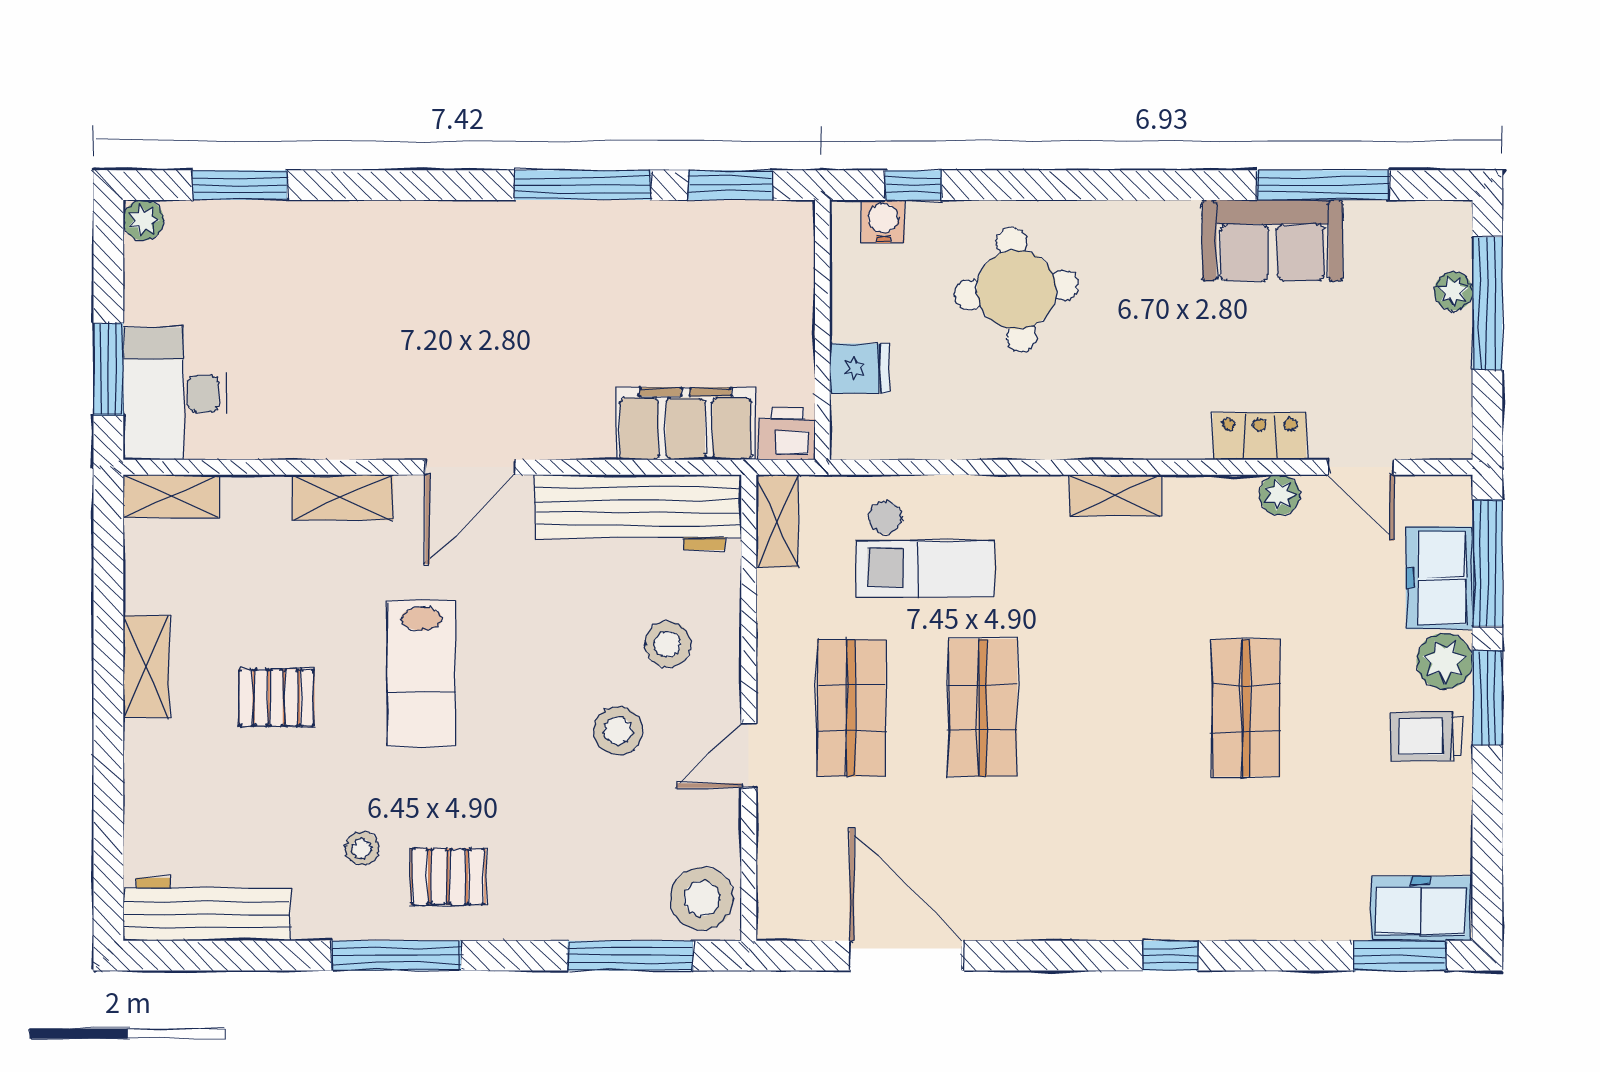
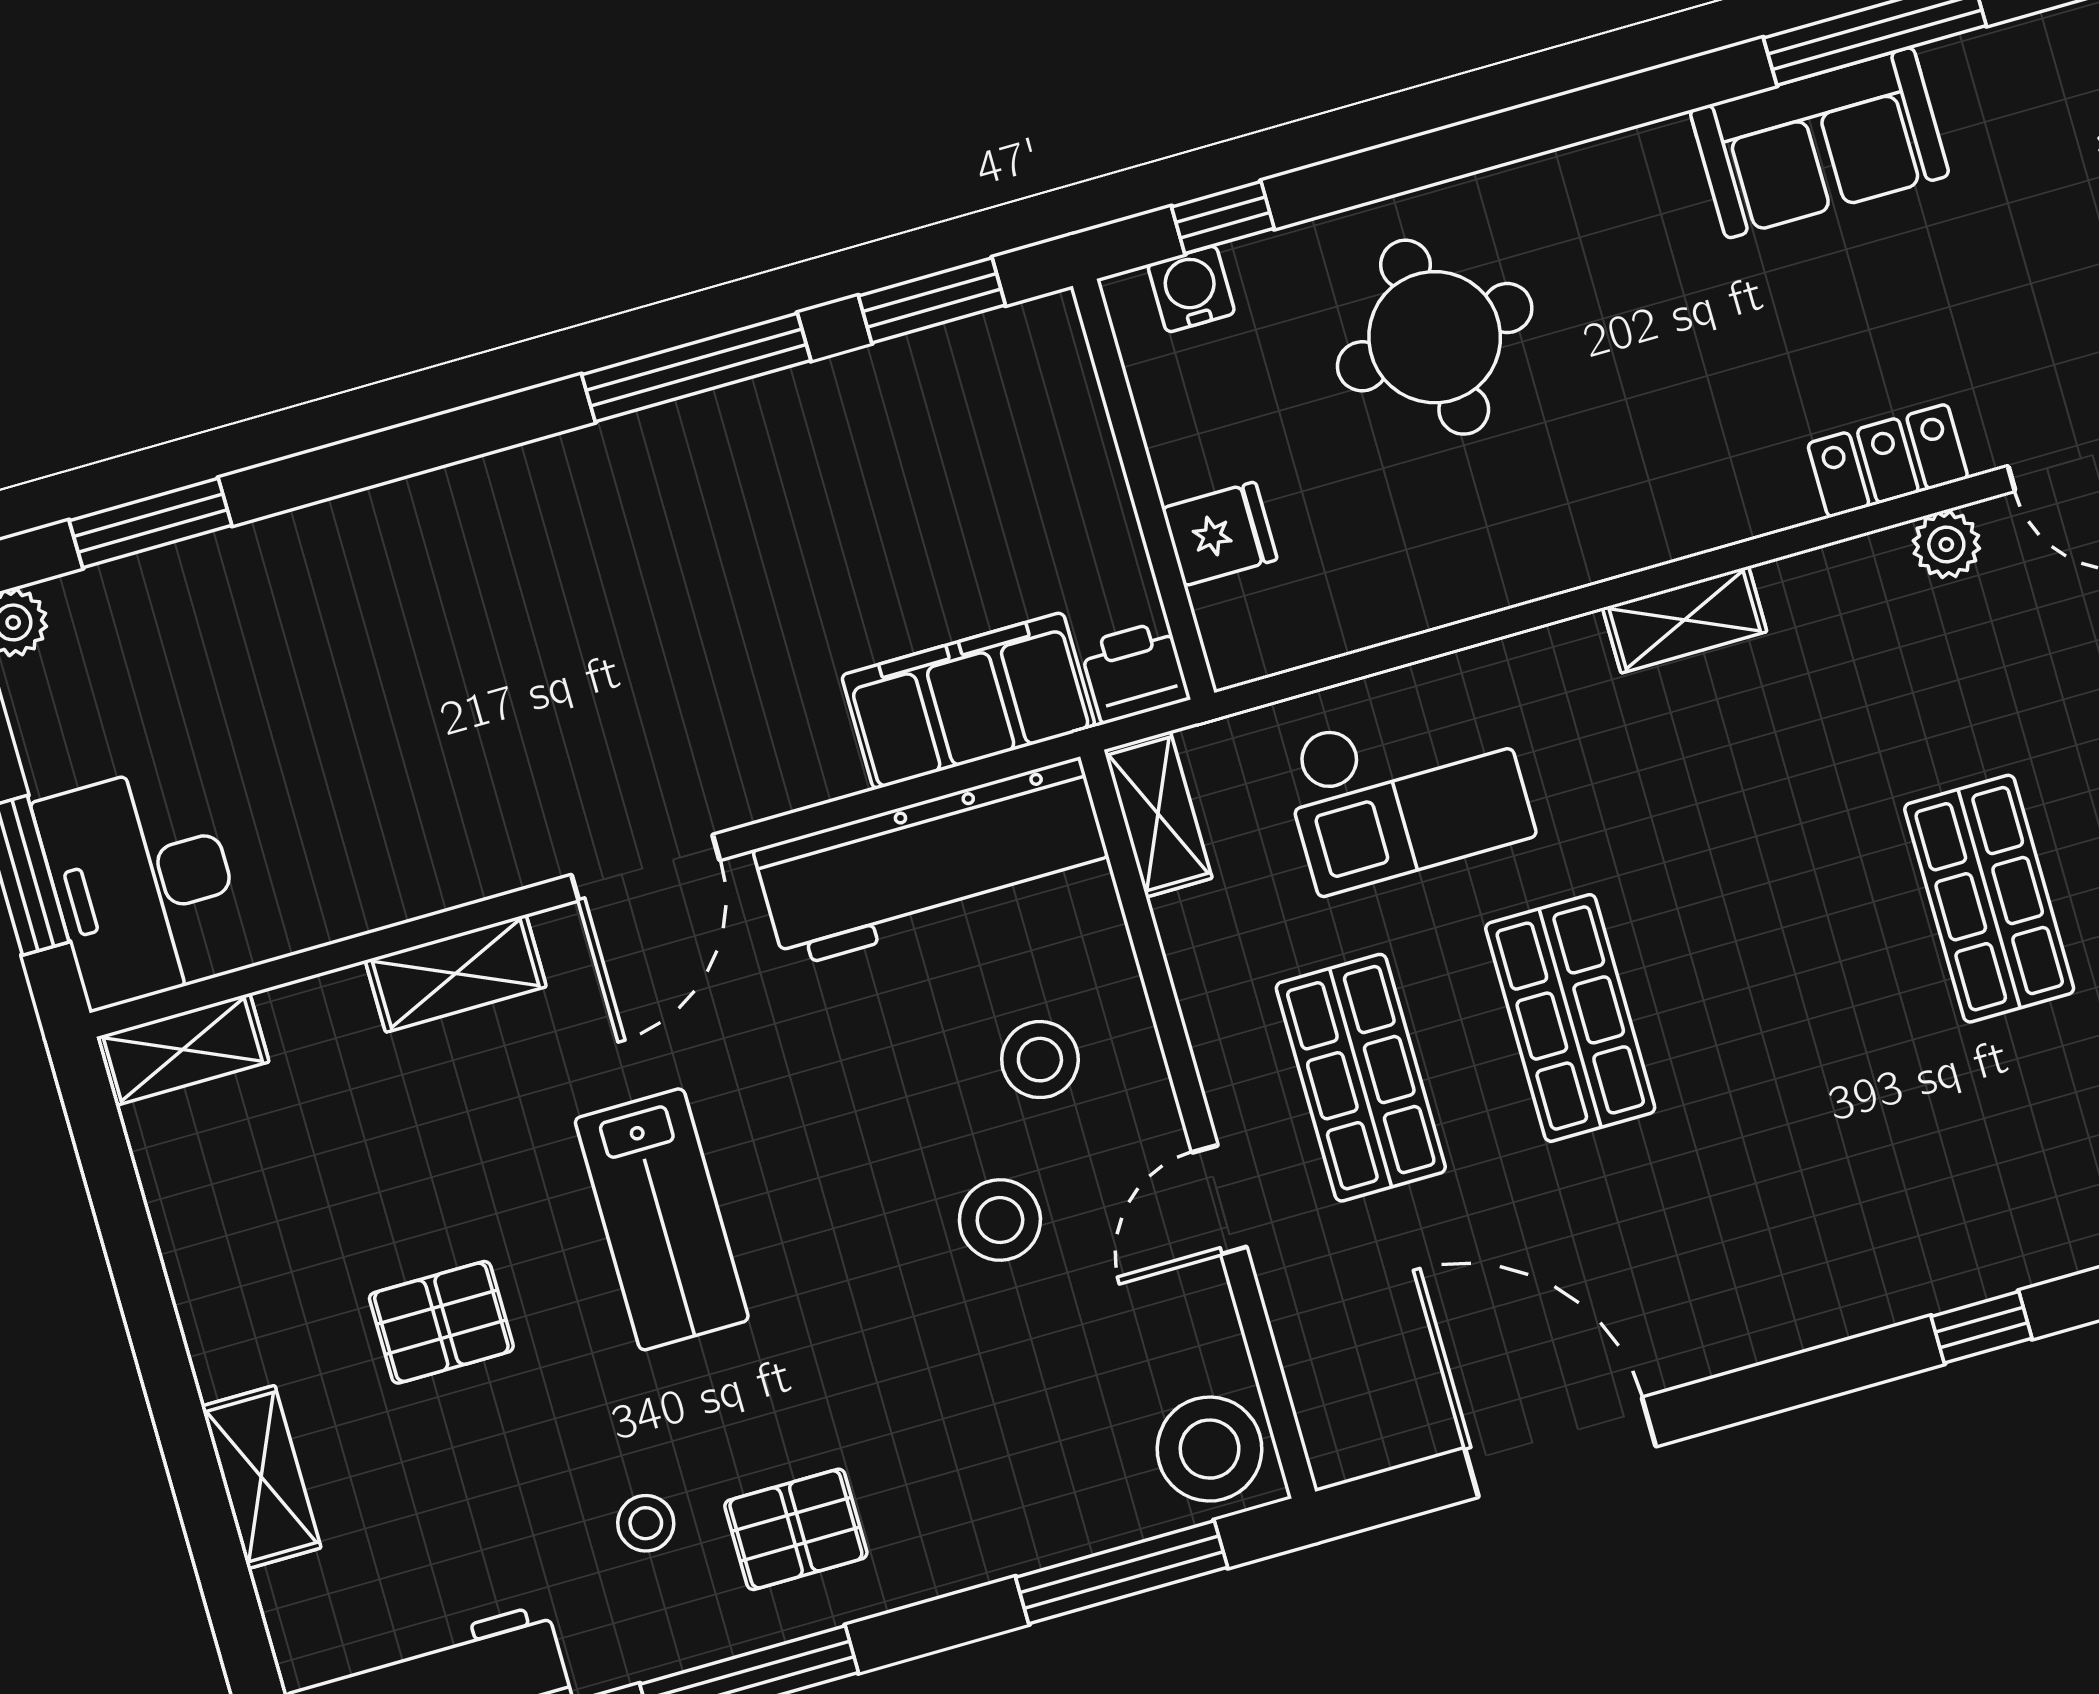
shelving: (146, 667) -> (261, 1477), moved

